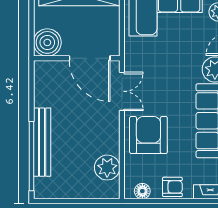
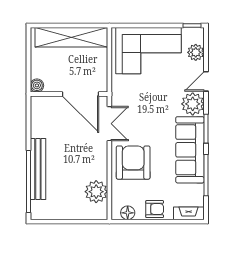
boiler: (47, 42) -> (37, 85), width x0.54, depth x0.54

